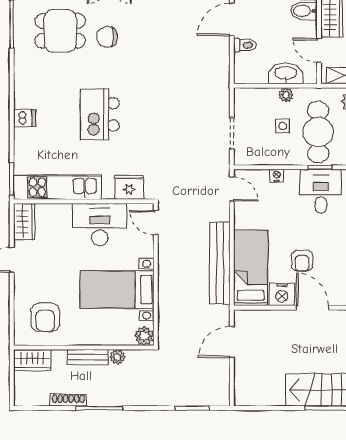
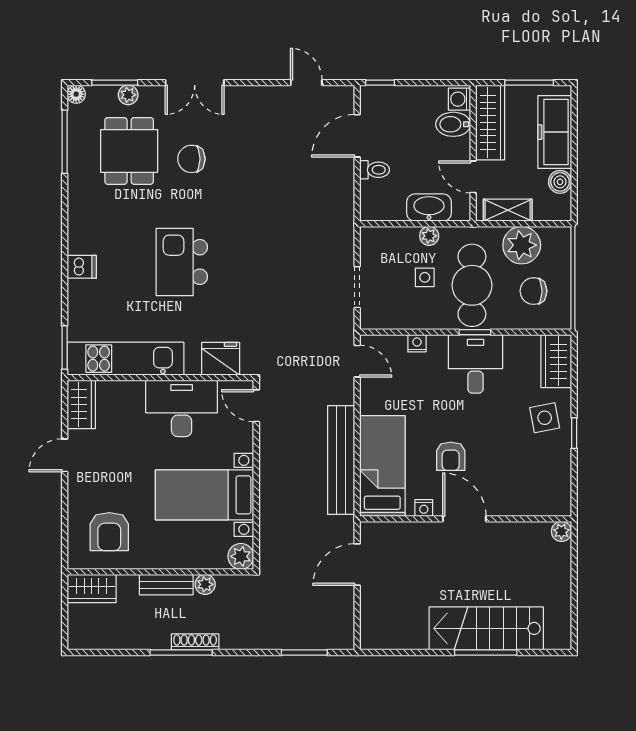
dining table: (60, 31) -> (129, 151), turned 90
nightstand: (282, 294) -> (424, 508), width x0.53, depth x0.56
shoe rack: (68, 400) -> (195, 642), moved

